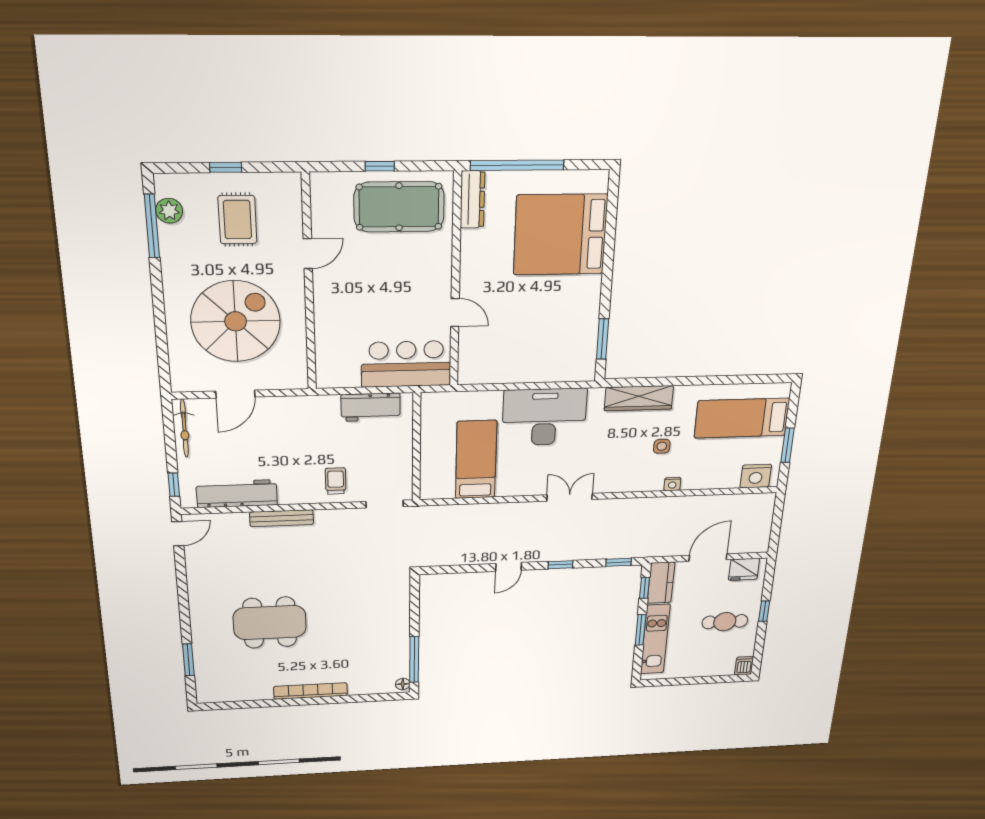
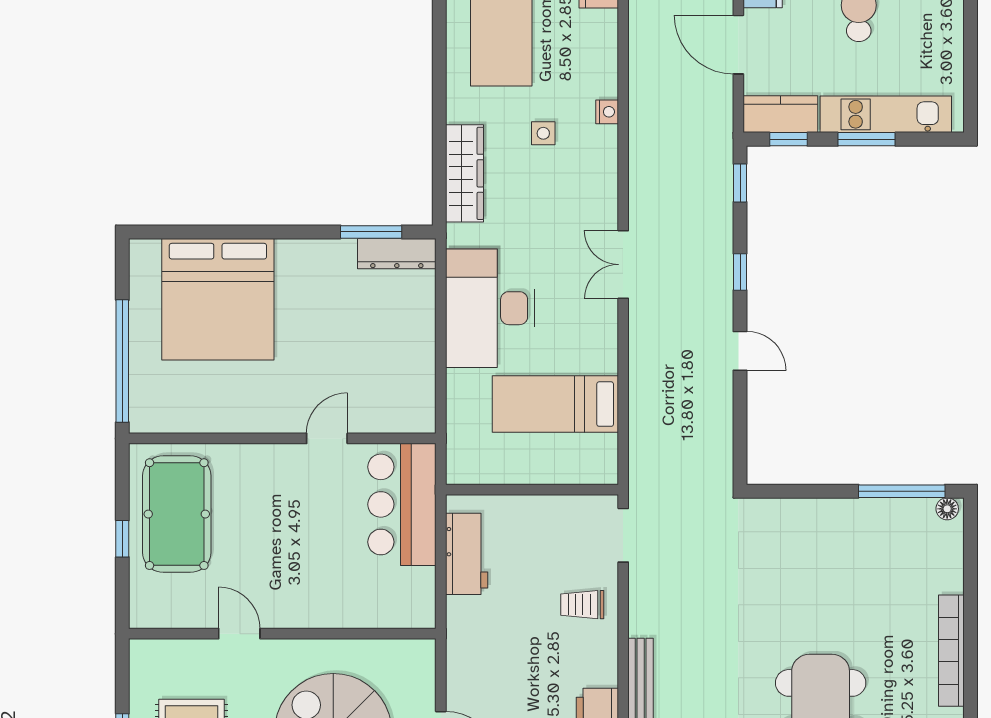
dresser: (472, 199) -> (397, 254), moved, turned 180

